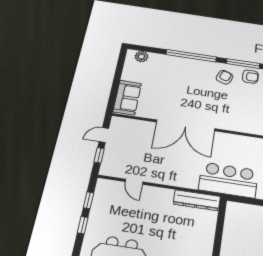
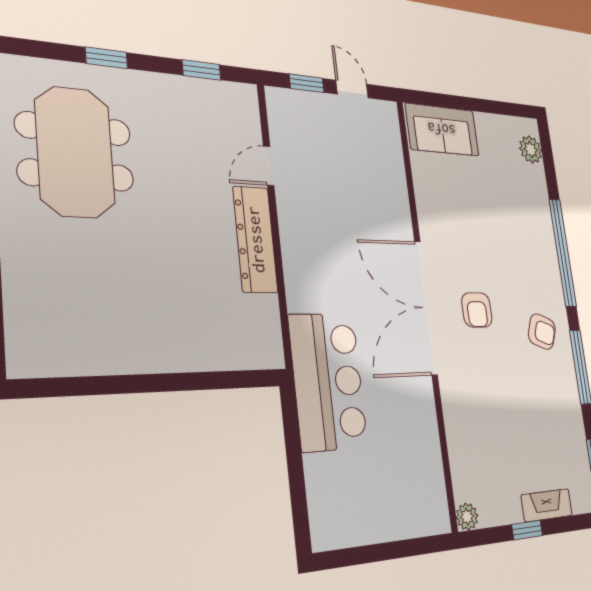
armchair: (250, 77) -> (477, 310), moved
double door: (186, 125) -> (426, 308), moved
dresser: (197, 200) -> (255, 239), moved
window: (83, 225) -> (106, 58), moved

